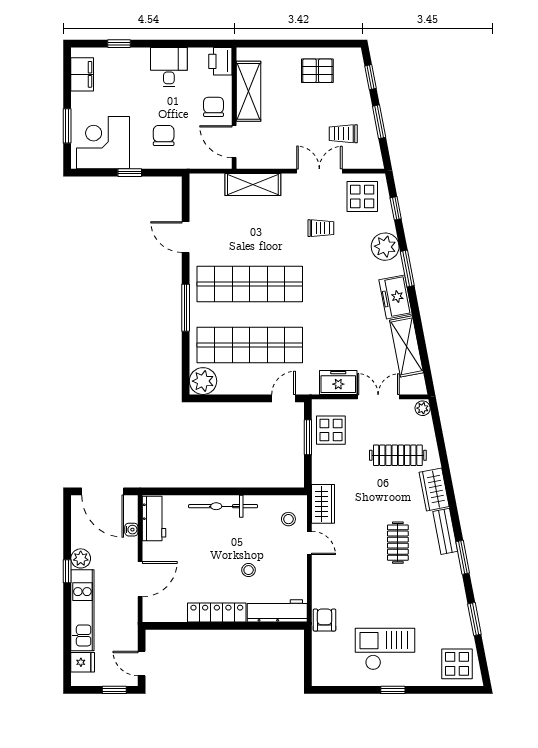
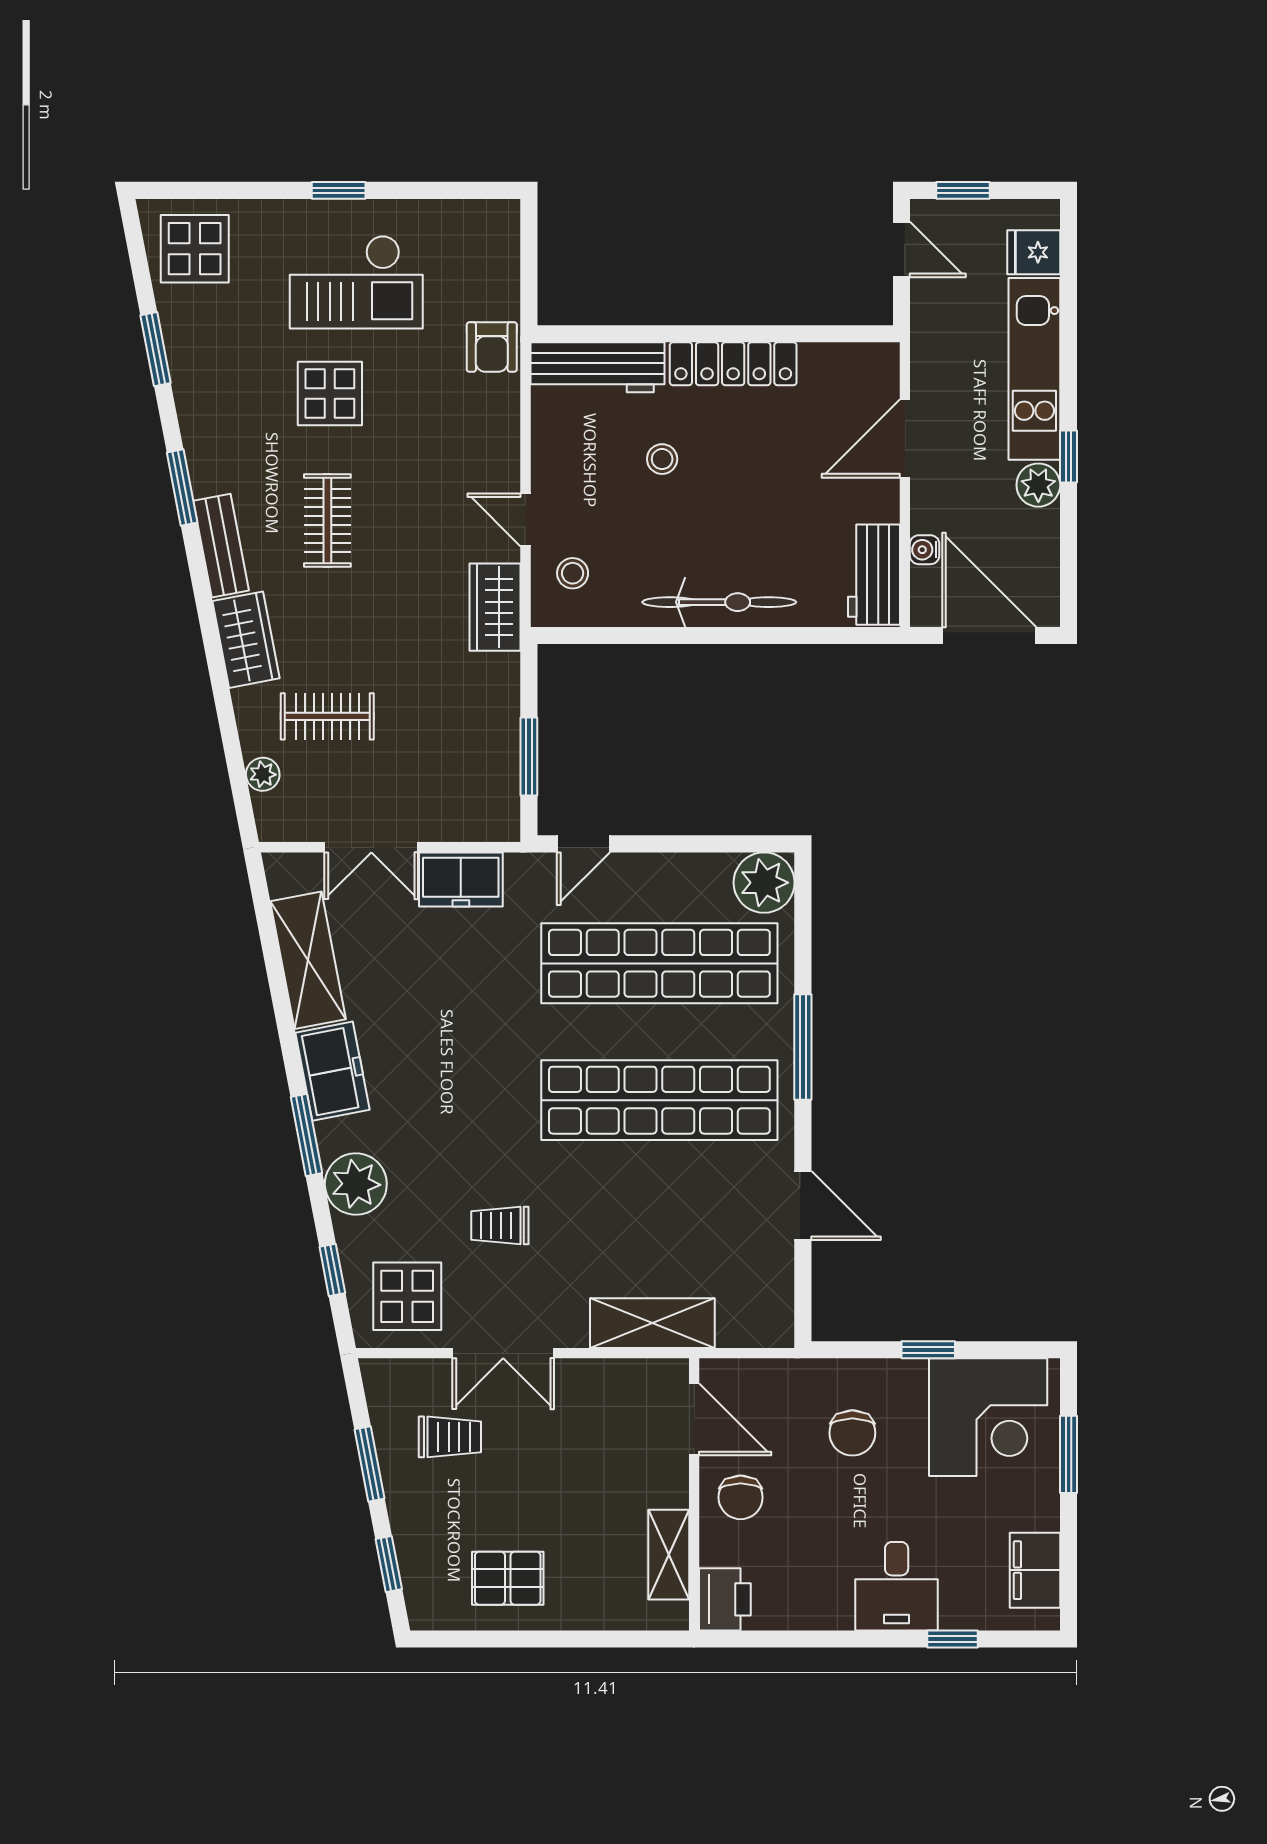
desk: (169, 67) -> (897, 1586), moved
shelving: (249, 91) -> (669, 1555), width x0.67, depth x0.75
plant: (423, 408) -> (263, 774), moved
display table: (331, 430) -> (330, 393), moved
clothes rail: (398, 455) -> (327, 716), width x0.73

